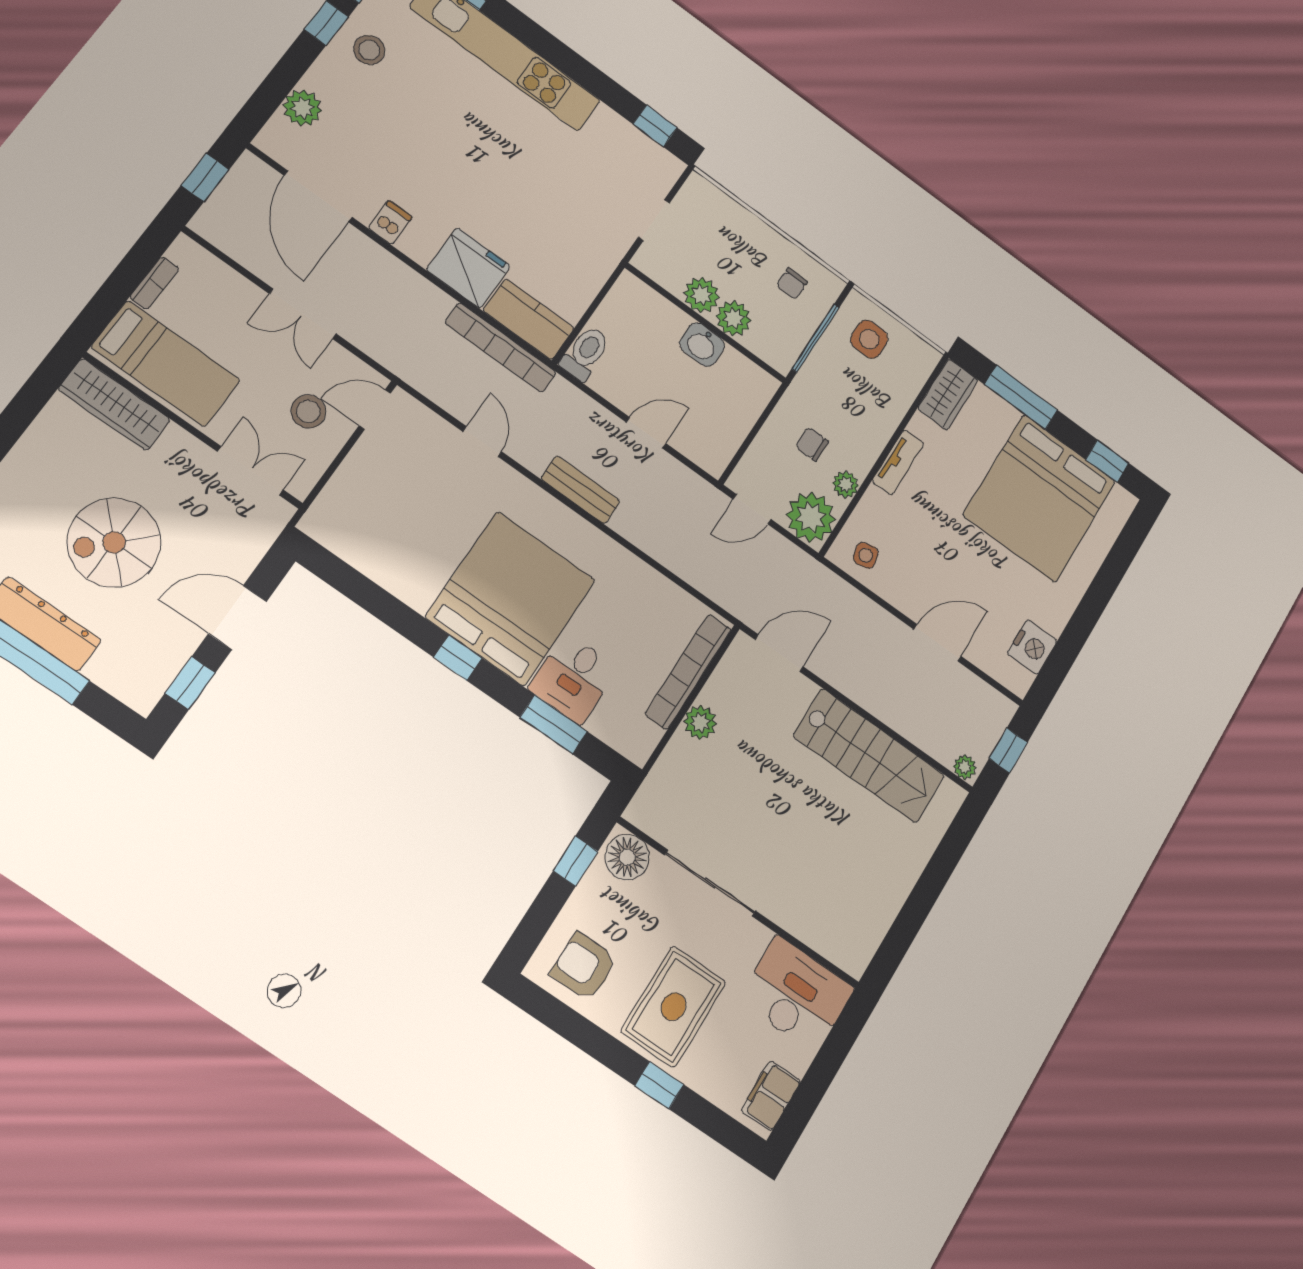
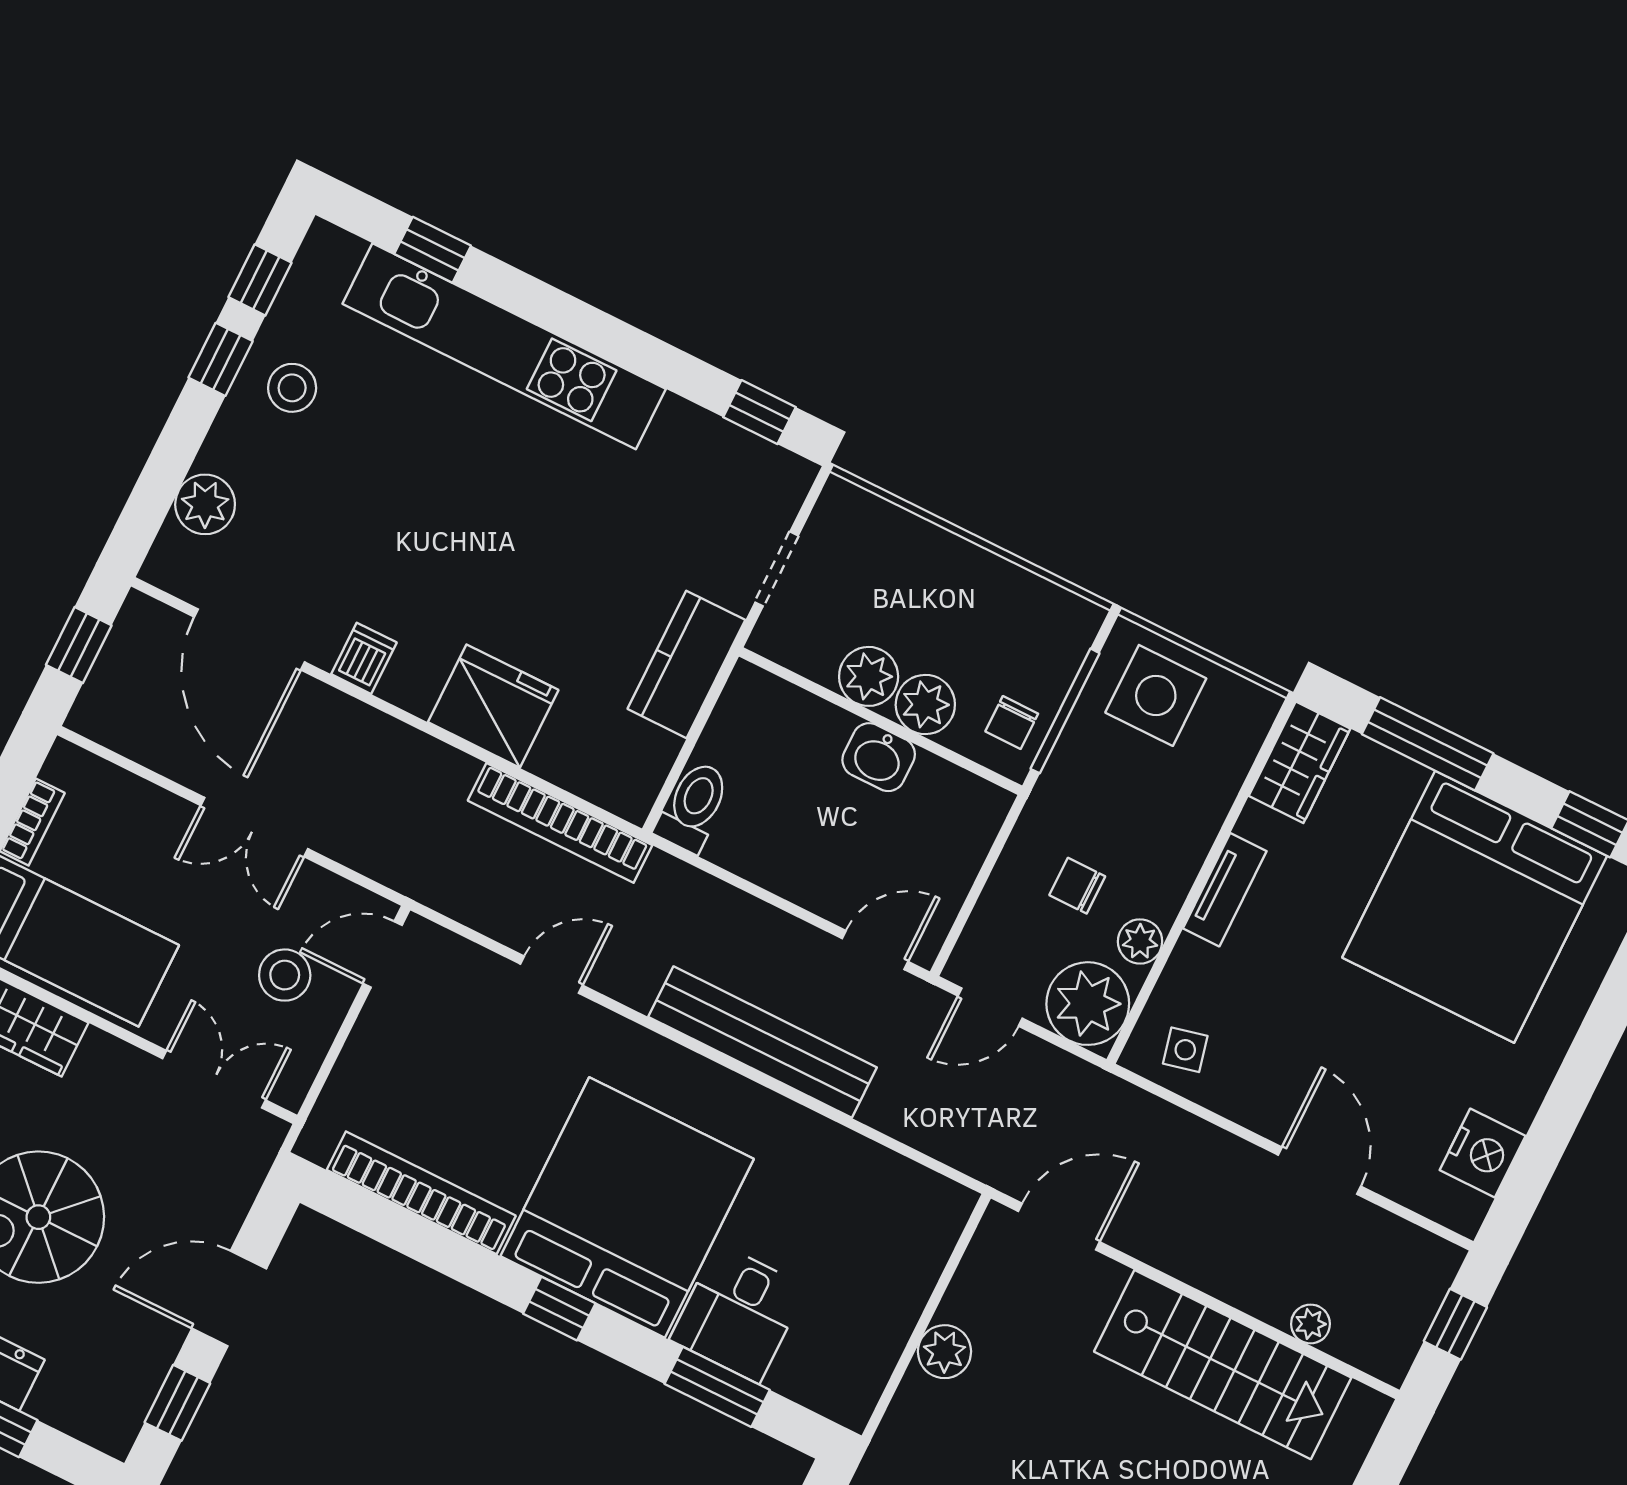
chair: (792, 284) -> (1012, 723), moved
kitchen counter: (529, 319) -> (686, 664), moved, turned -90
side table: (869, 339) -> (1156, 695), width x1.37, depth x1.37
door: (646, 433) -> (875, 950), moved
door: (482, 442) -> (551, 975), hinge flipped
bench: (581, 490) -> (763, 1042), width x1.86, depth x1.21
door: (937, 643) -> (1319, 1171), hinge flipped
bookcase: (688, 672) -> (421, 1193), moved, turned 90
plant: (965, 767) -> (1310, 1324), moved

